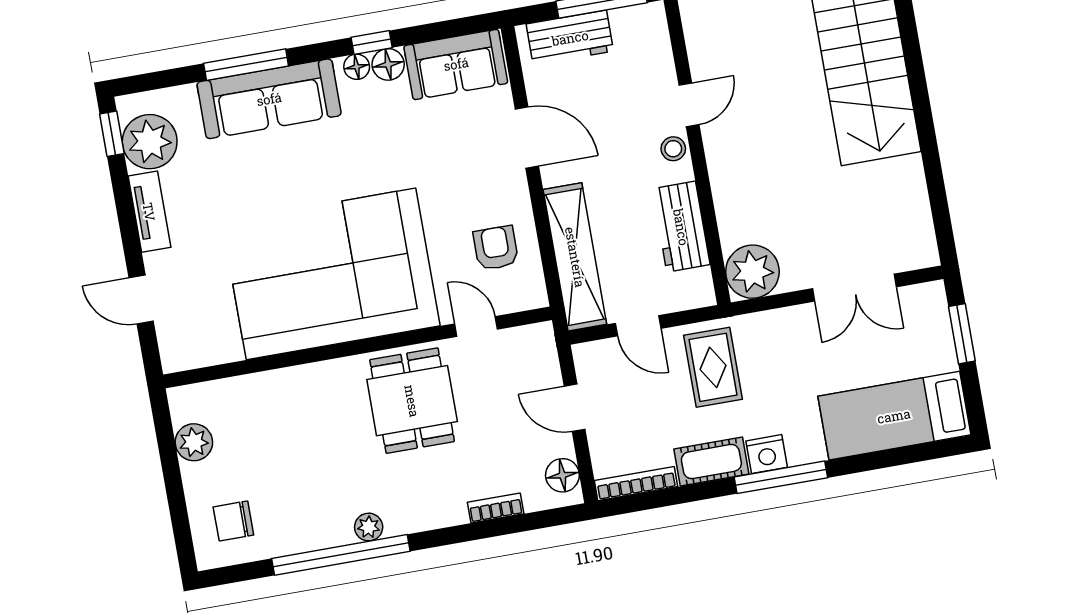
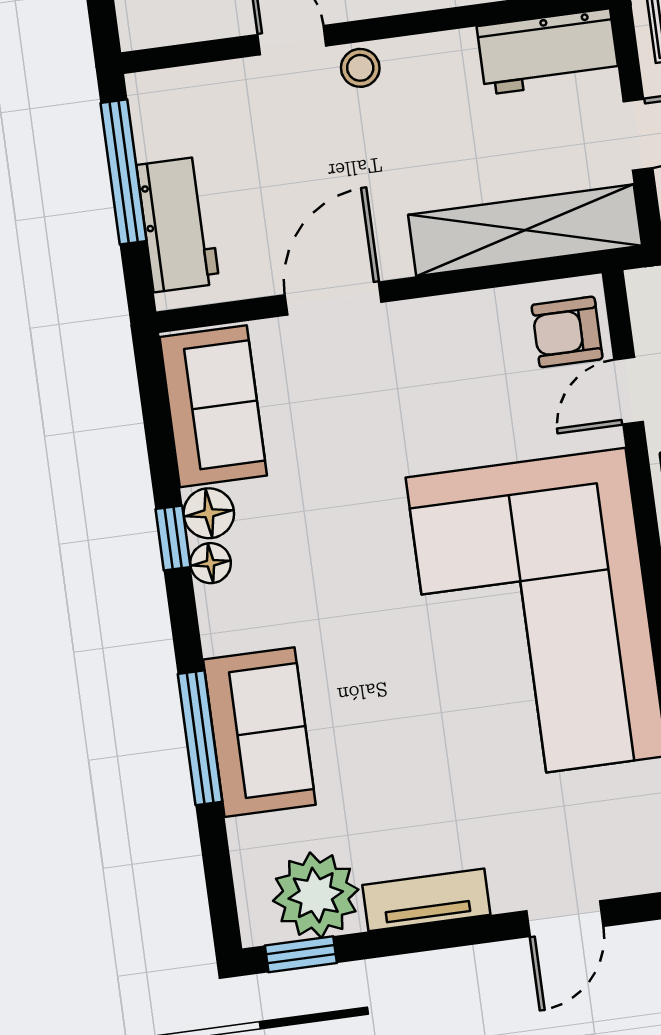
sofa: (269, 99) -> (259, 732), width x0.73
workbench: (681, 227) -> (548, 52), moved
armchair: (496, 248) -> (567, 332), moved

